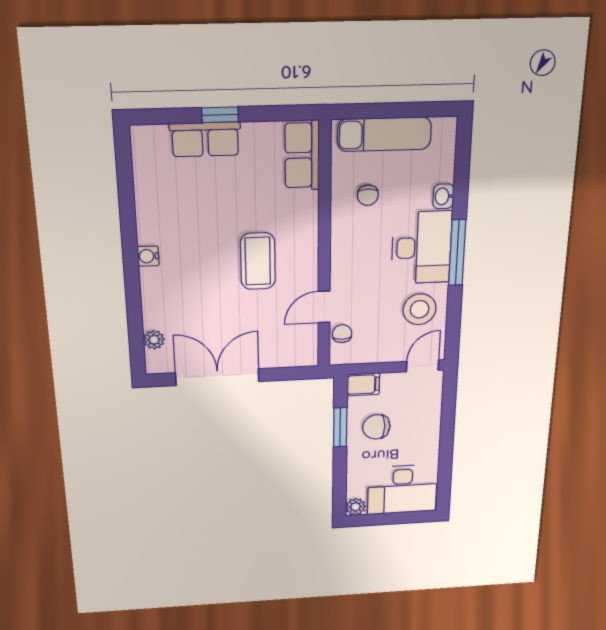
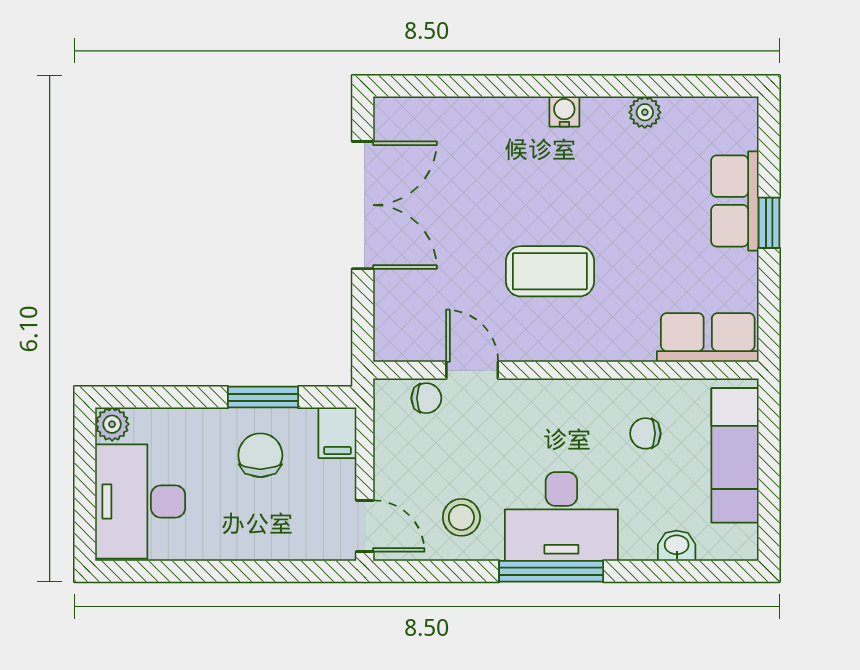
washbasin: (443, 196) -> (677, 546), moved
stool: (420, 309) -> (461, 517), width x0.73, depth x0.73
plant: (154, 340) -> (645, 112), moved

